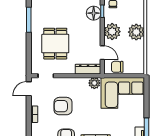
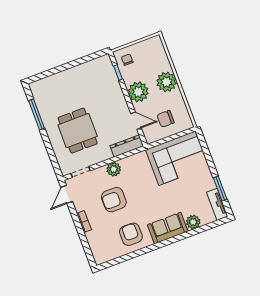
floor lamp: (94, 13) -> (109, 79), removed
chair: (117, 67) -> (166, 119), moved
plant: (94, 83) -> (114, 169), moved

